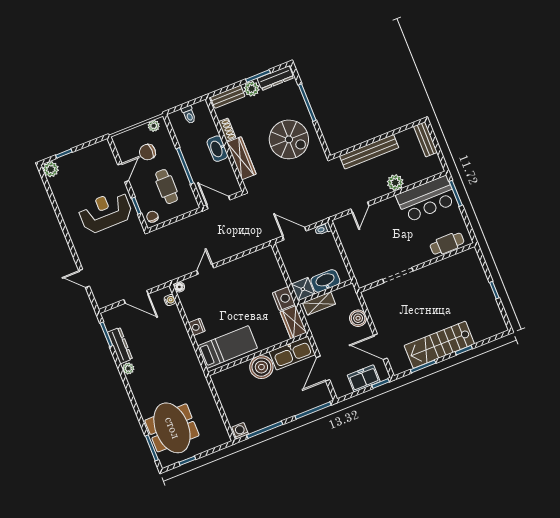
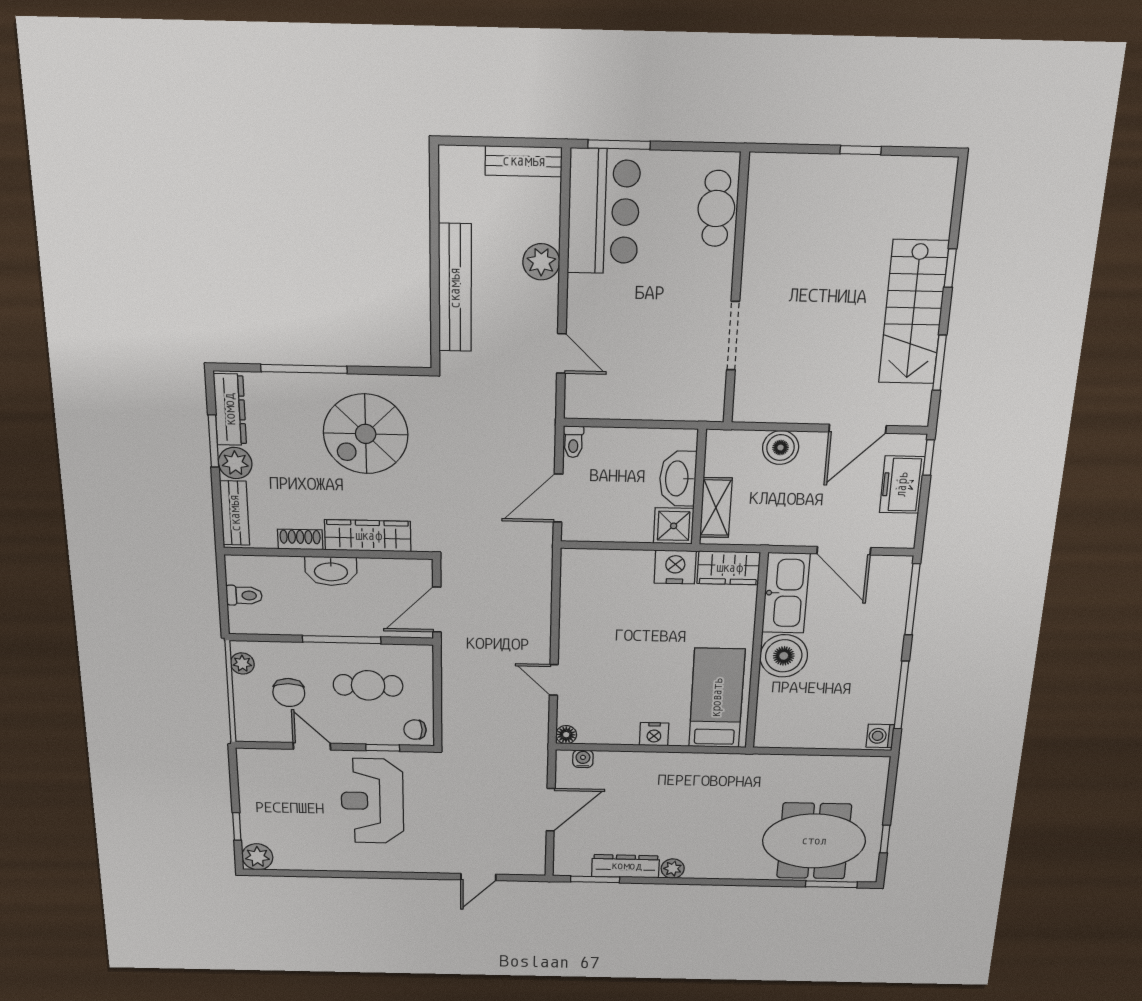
spiral stairs: (289, 139) -> (366, 434), turned 180
bench: (425, 139) -> (524, 161), moved

